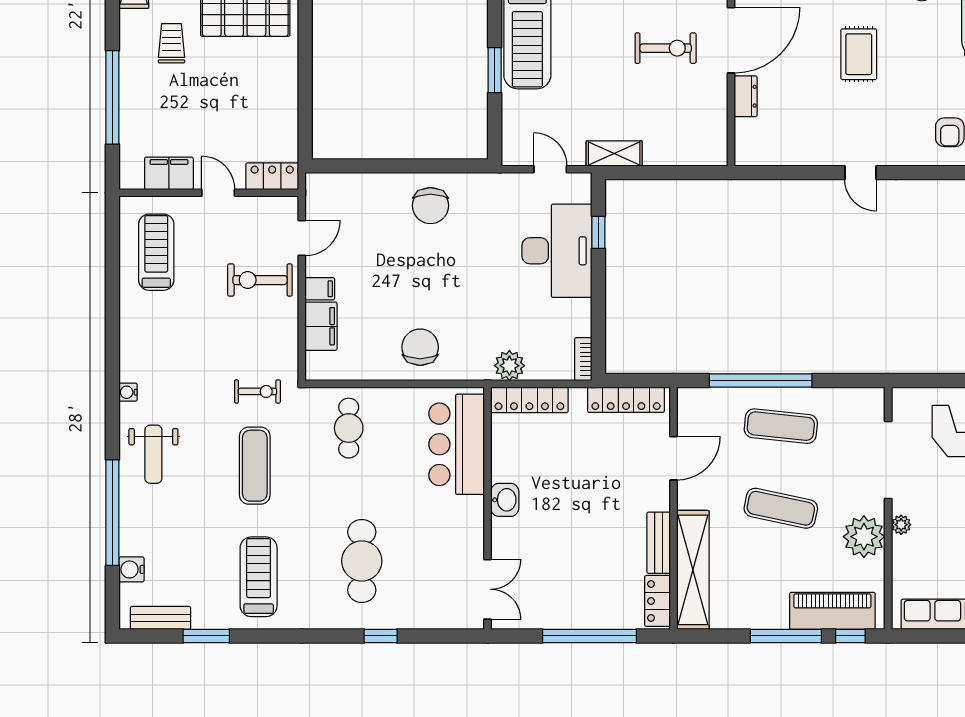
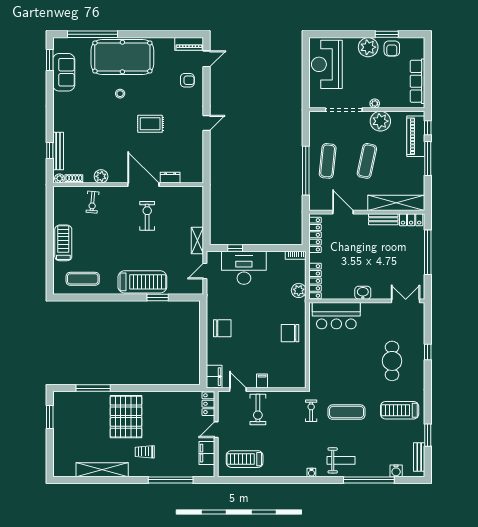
filing cabinet: (321, 326) -> (214, 377), moved, turned 90
cafe table: (349, 428) -> (329, 367), removed
cafe table: (362, 561) -> (392, 361), turned 90

